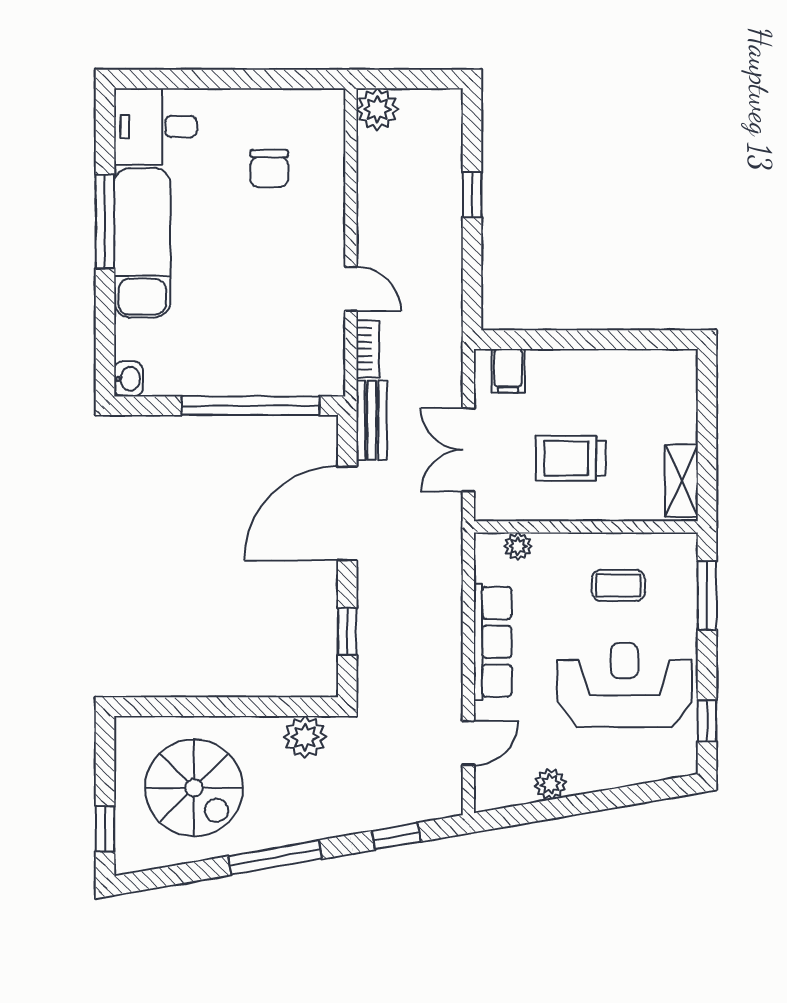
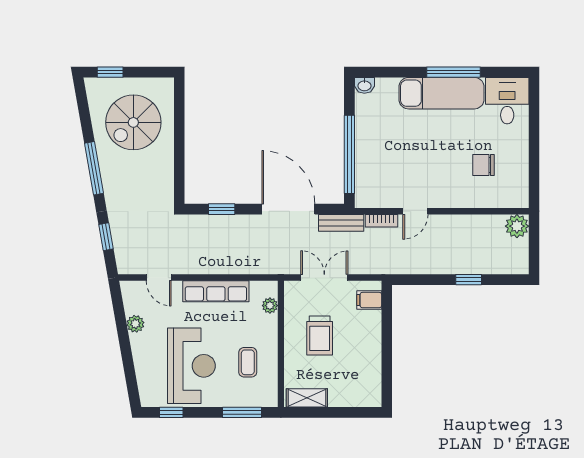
trolley: (571, 458) -> (320, 336), turned 180
plant: (305, 737) -> (162, 185), removed

